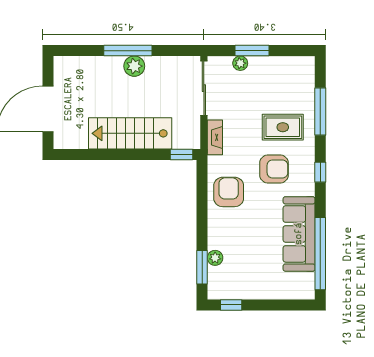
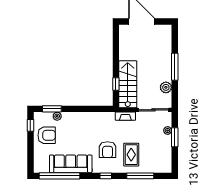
plant: (134, 66) -> (166, 87), moved
stairs: (130, 133) -> (128, 84), moved
window: (181, 154) -> (116, 84), moved
armchair: (229, 192) -> (47, 135), moved

